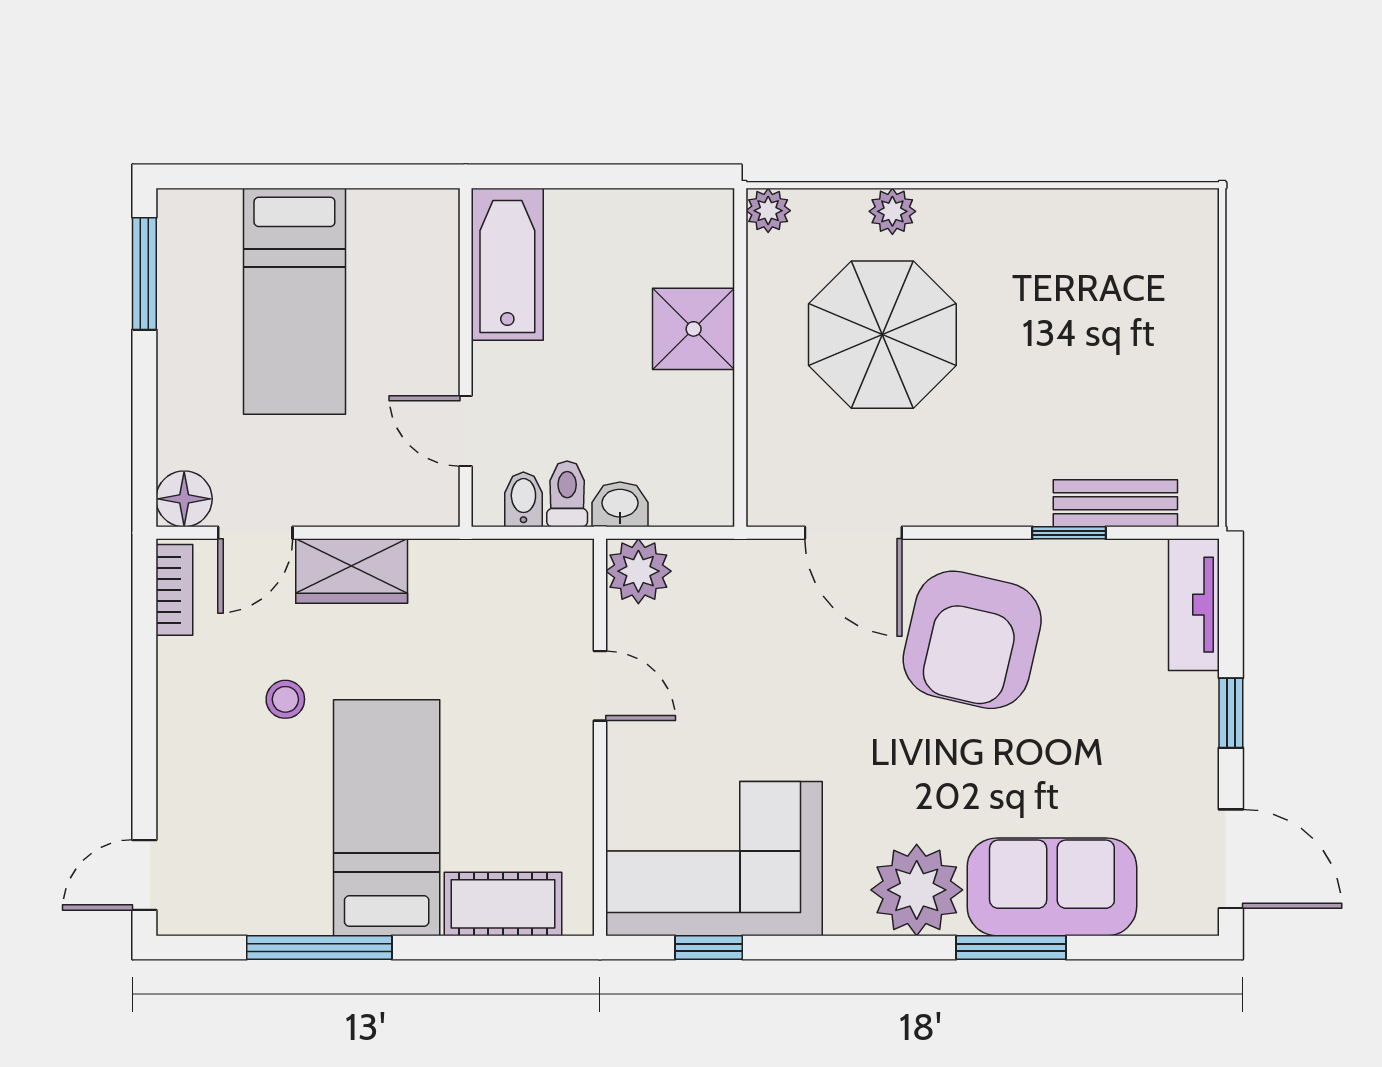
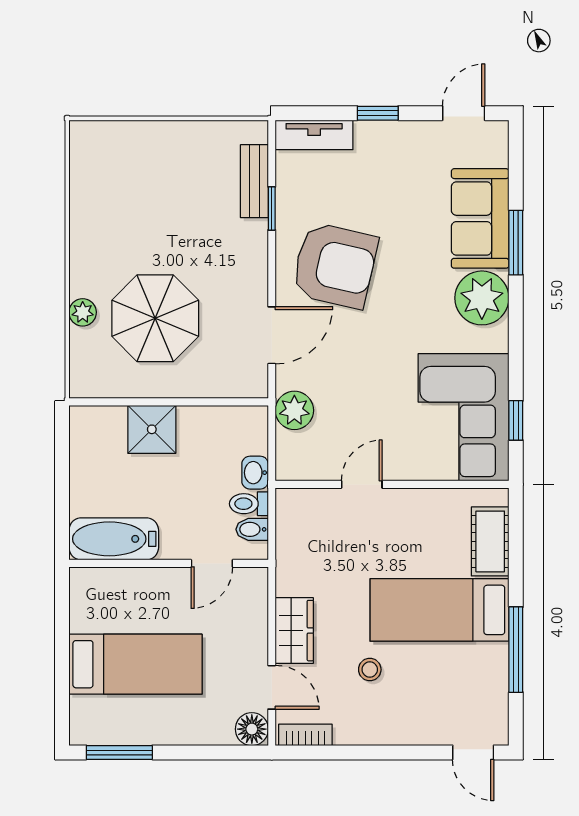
plant: (768, 211) -> (82, 385), removed
plant: (638, 571) -> (294, 410), moved
door: (1231, 859) -> (464, 113), width x0.73

